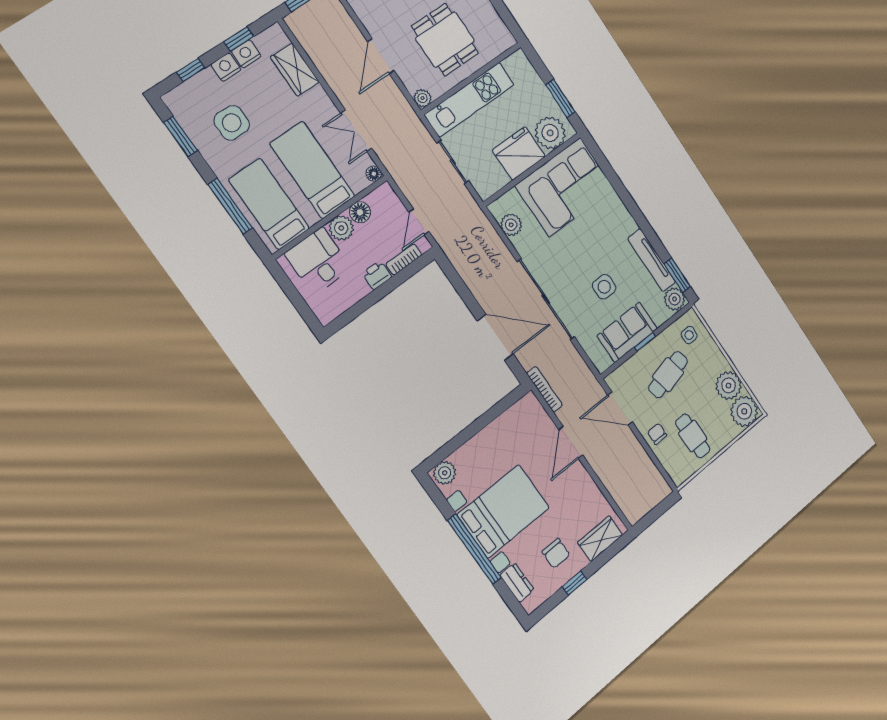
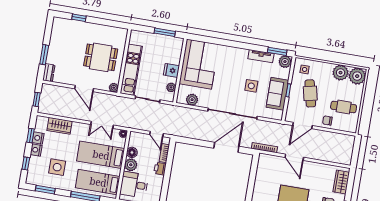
plant: (550, 133) -> (171, 87), moved, width x0.53, depth x0.53
fridge: (519, 153) -> (171, 70), width x0.53, depth x0.75
tv unit: (652, 260) -> (261, 56), width x0.71

